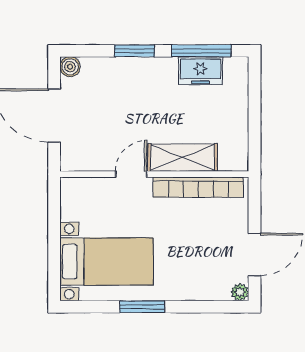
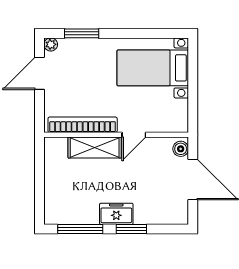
boiler: (70, 67) -> (181, 149), moved
freezer: (200, 71) -> (116, 214), moved
window: (142, 307) -> (82, 33), moved

